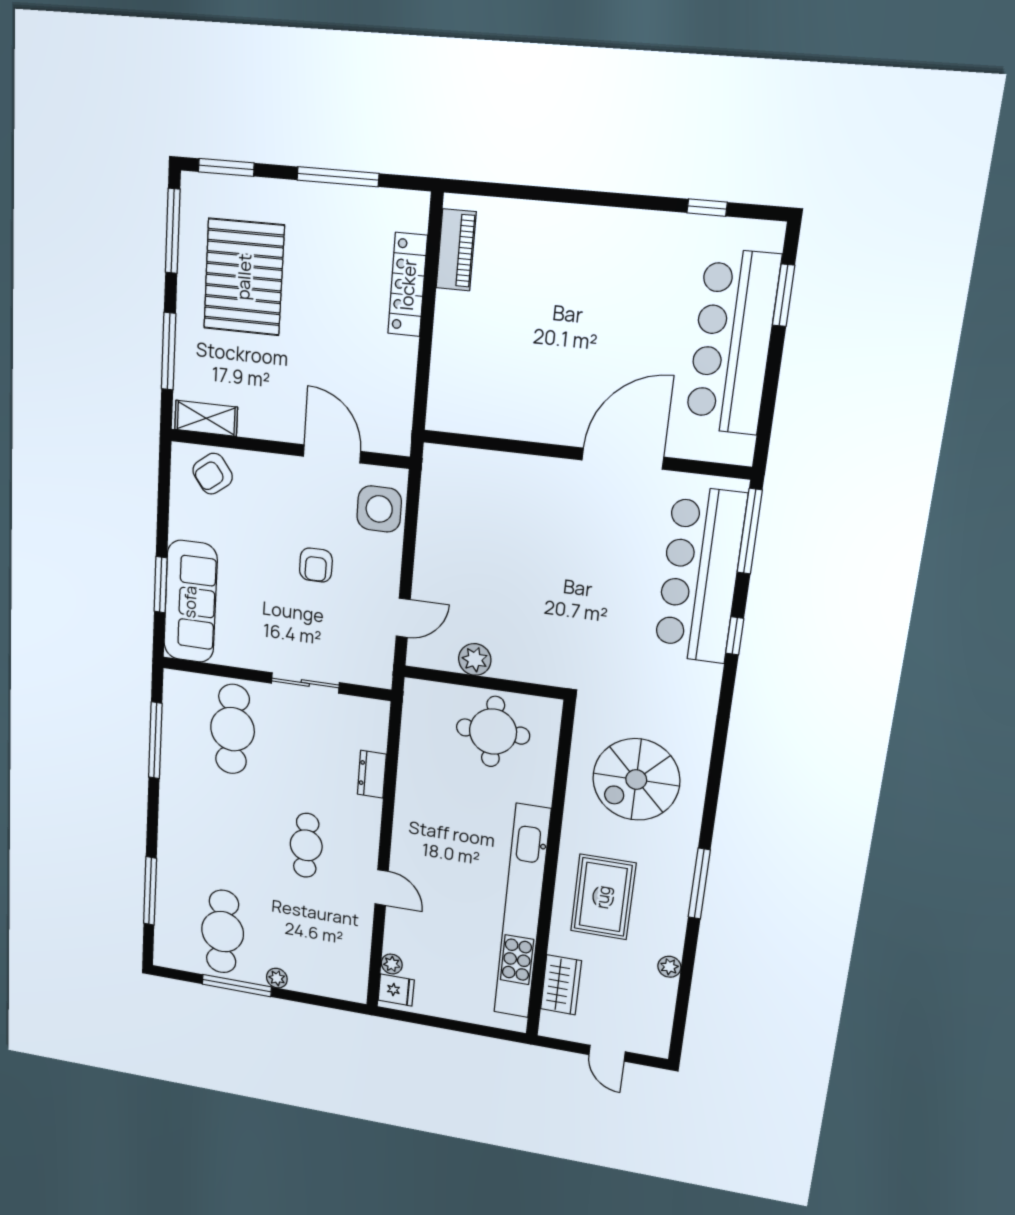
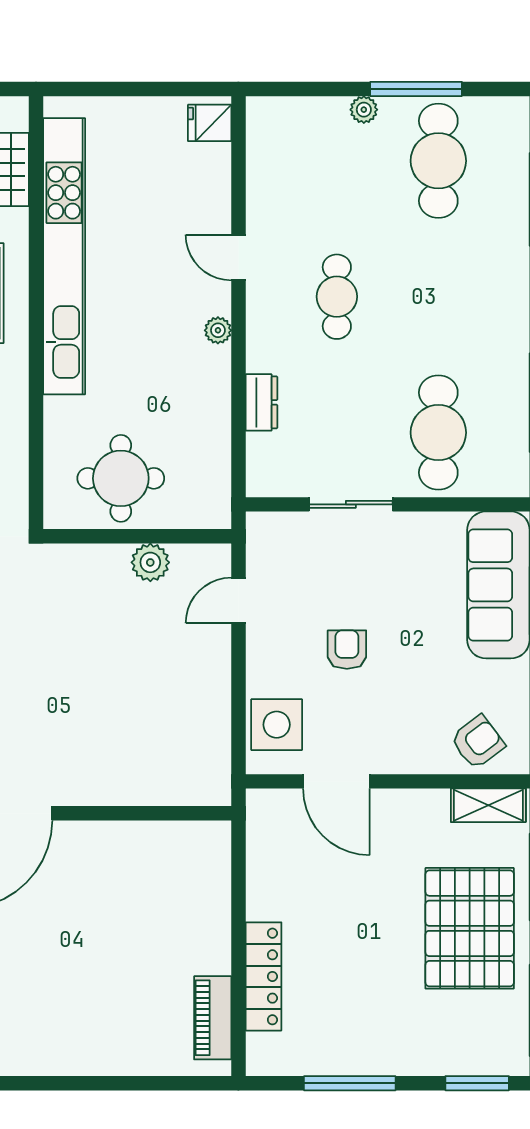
pallet: (244, 277) -> (470, 928), moved
plant: (392, 964) -> (218, 330), moved

